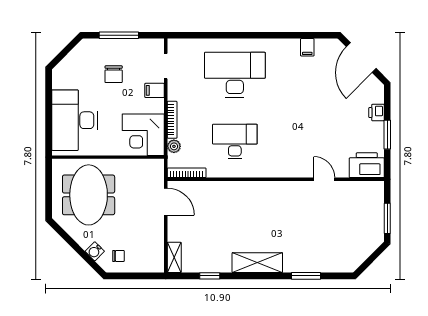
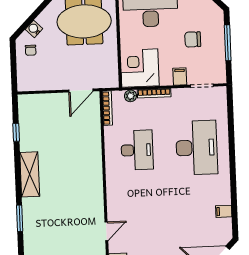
shelving: (174, 257) -> (31, 100), removed

